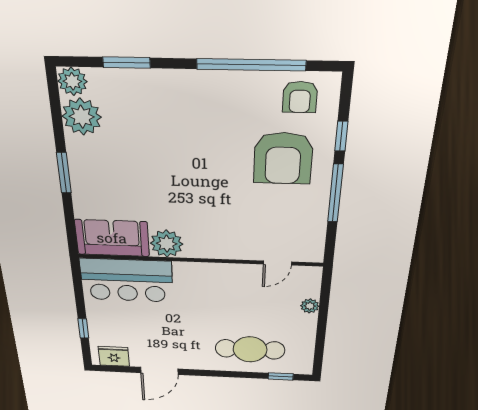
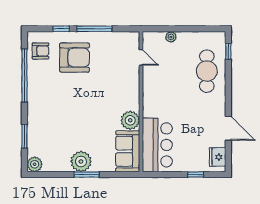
plant: (82, 117) -> (81, 161), moved

